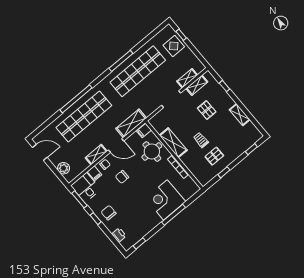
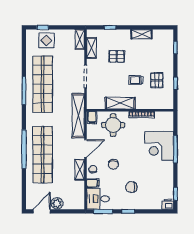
shelving: (187, 78) -> (80, 39), moved
shelving: (131, 123) -> (78, 116), width x1.47
plant: (64, 168) -> (57, 203), moved
chair: (109, 213) -> (131, 187), moved
printer: (119, 235) -> (168, 204), moved

